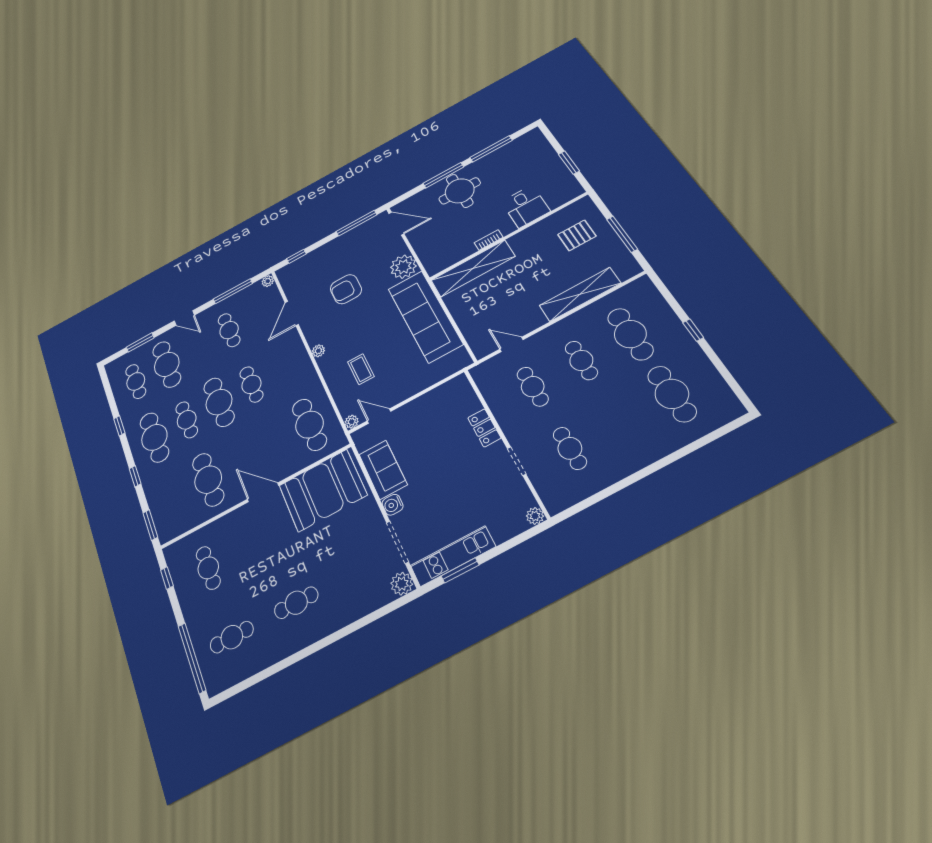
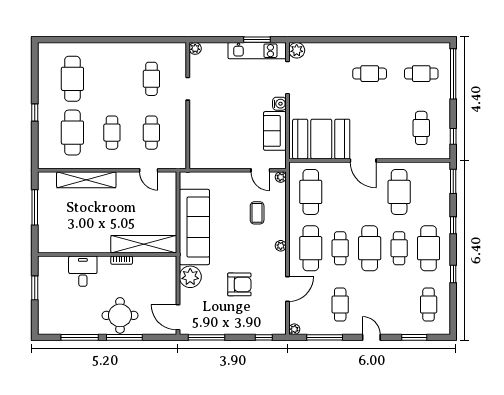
pallet: (577, 235) -> (63, 225), removed
cafe table: (167, 364) -> (311, 248), moved
locker: (484, 428) -> (196, 122), removed

